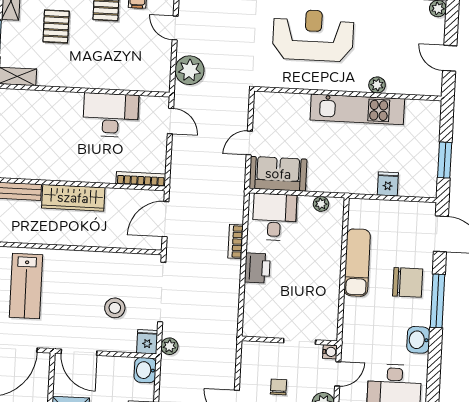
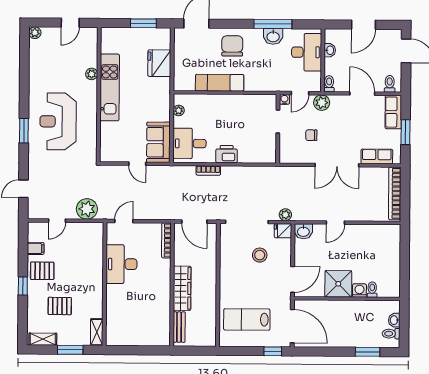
fridge: (388, 184) -> (159, 63), width x1.88, depth x1.34
lab bench: (26, 286) -> (247, 320), turned 180
window: (437, 301) -> (273, 24), moved
door: (338, 374) -> (300, 93), swing flipped

